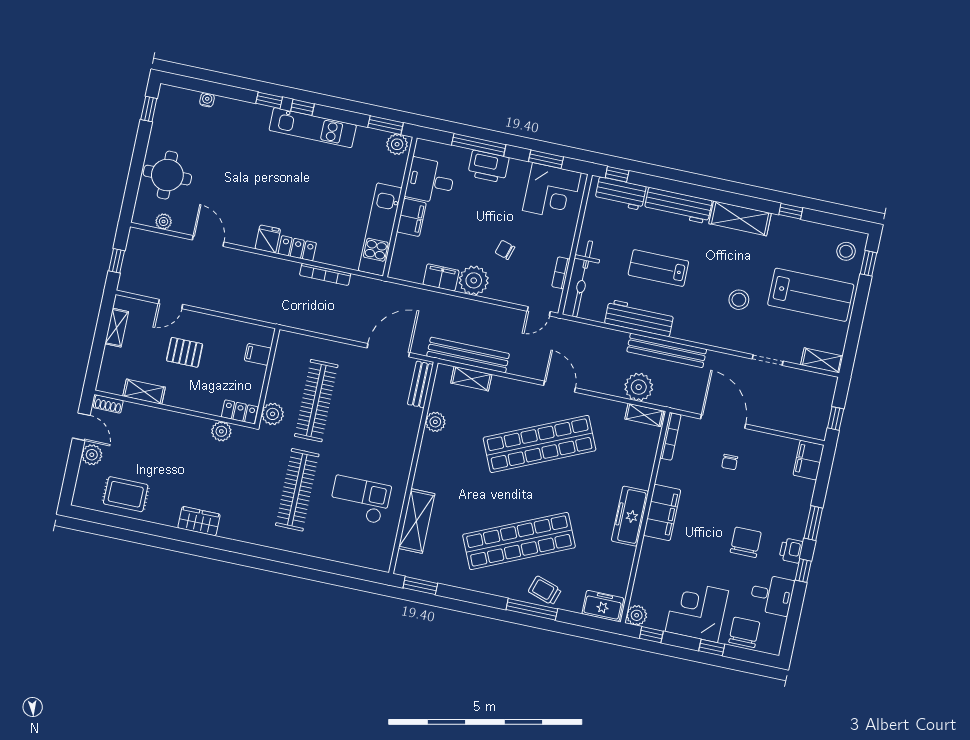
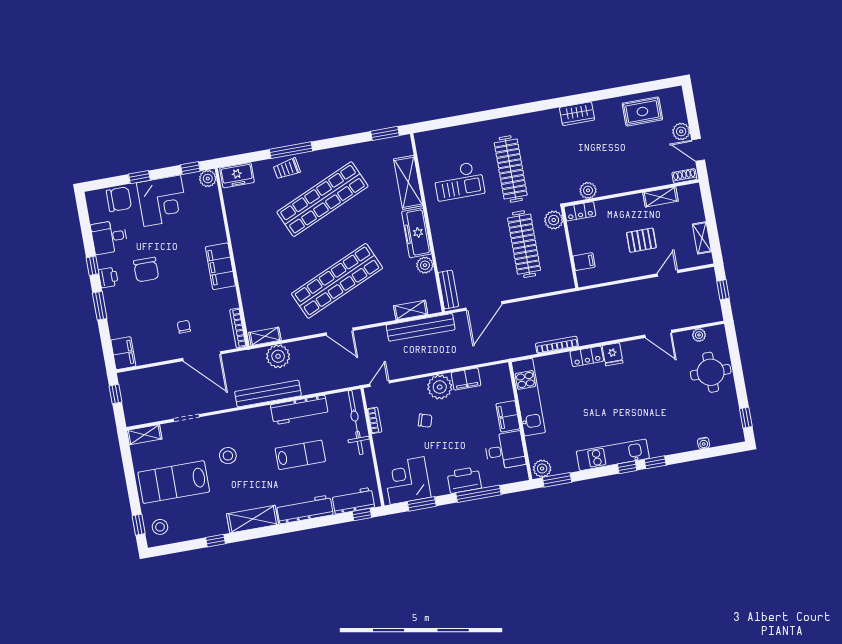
freezer: (630, 516) -> (416, 233), moved, turned 180
trolley: (545, 591) -> (287, 169), turned 152
chair: (744, 632) -> (119, 199), turned -90

